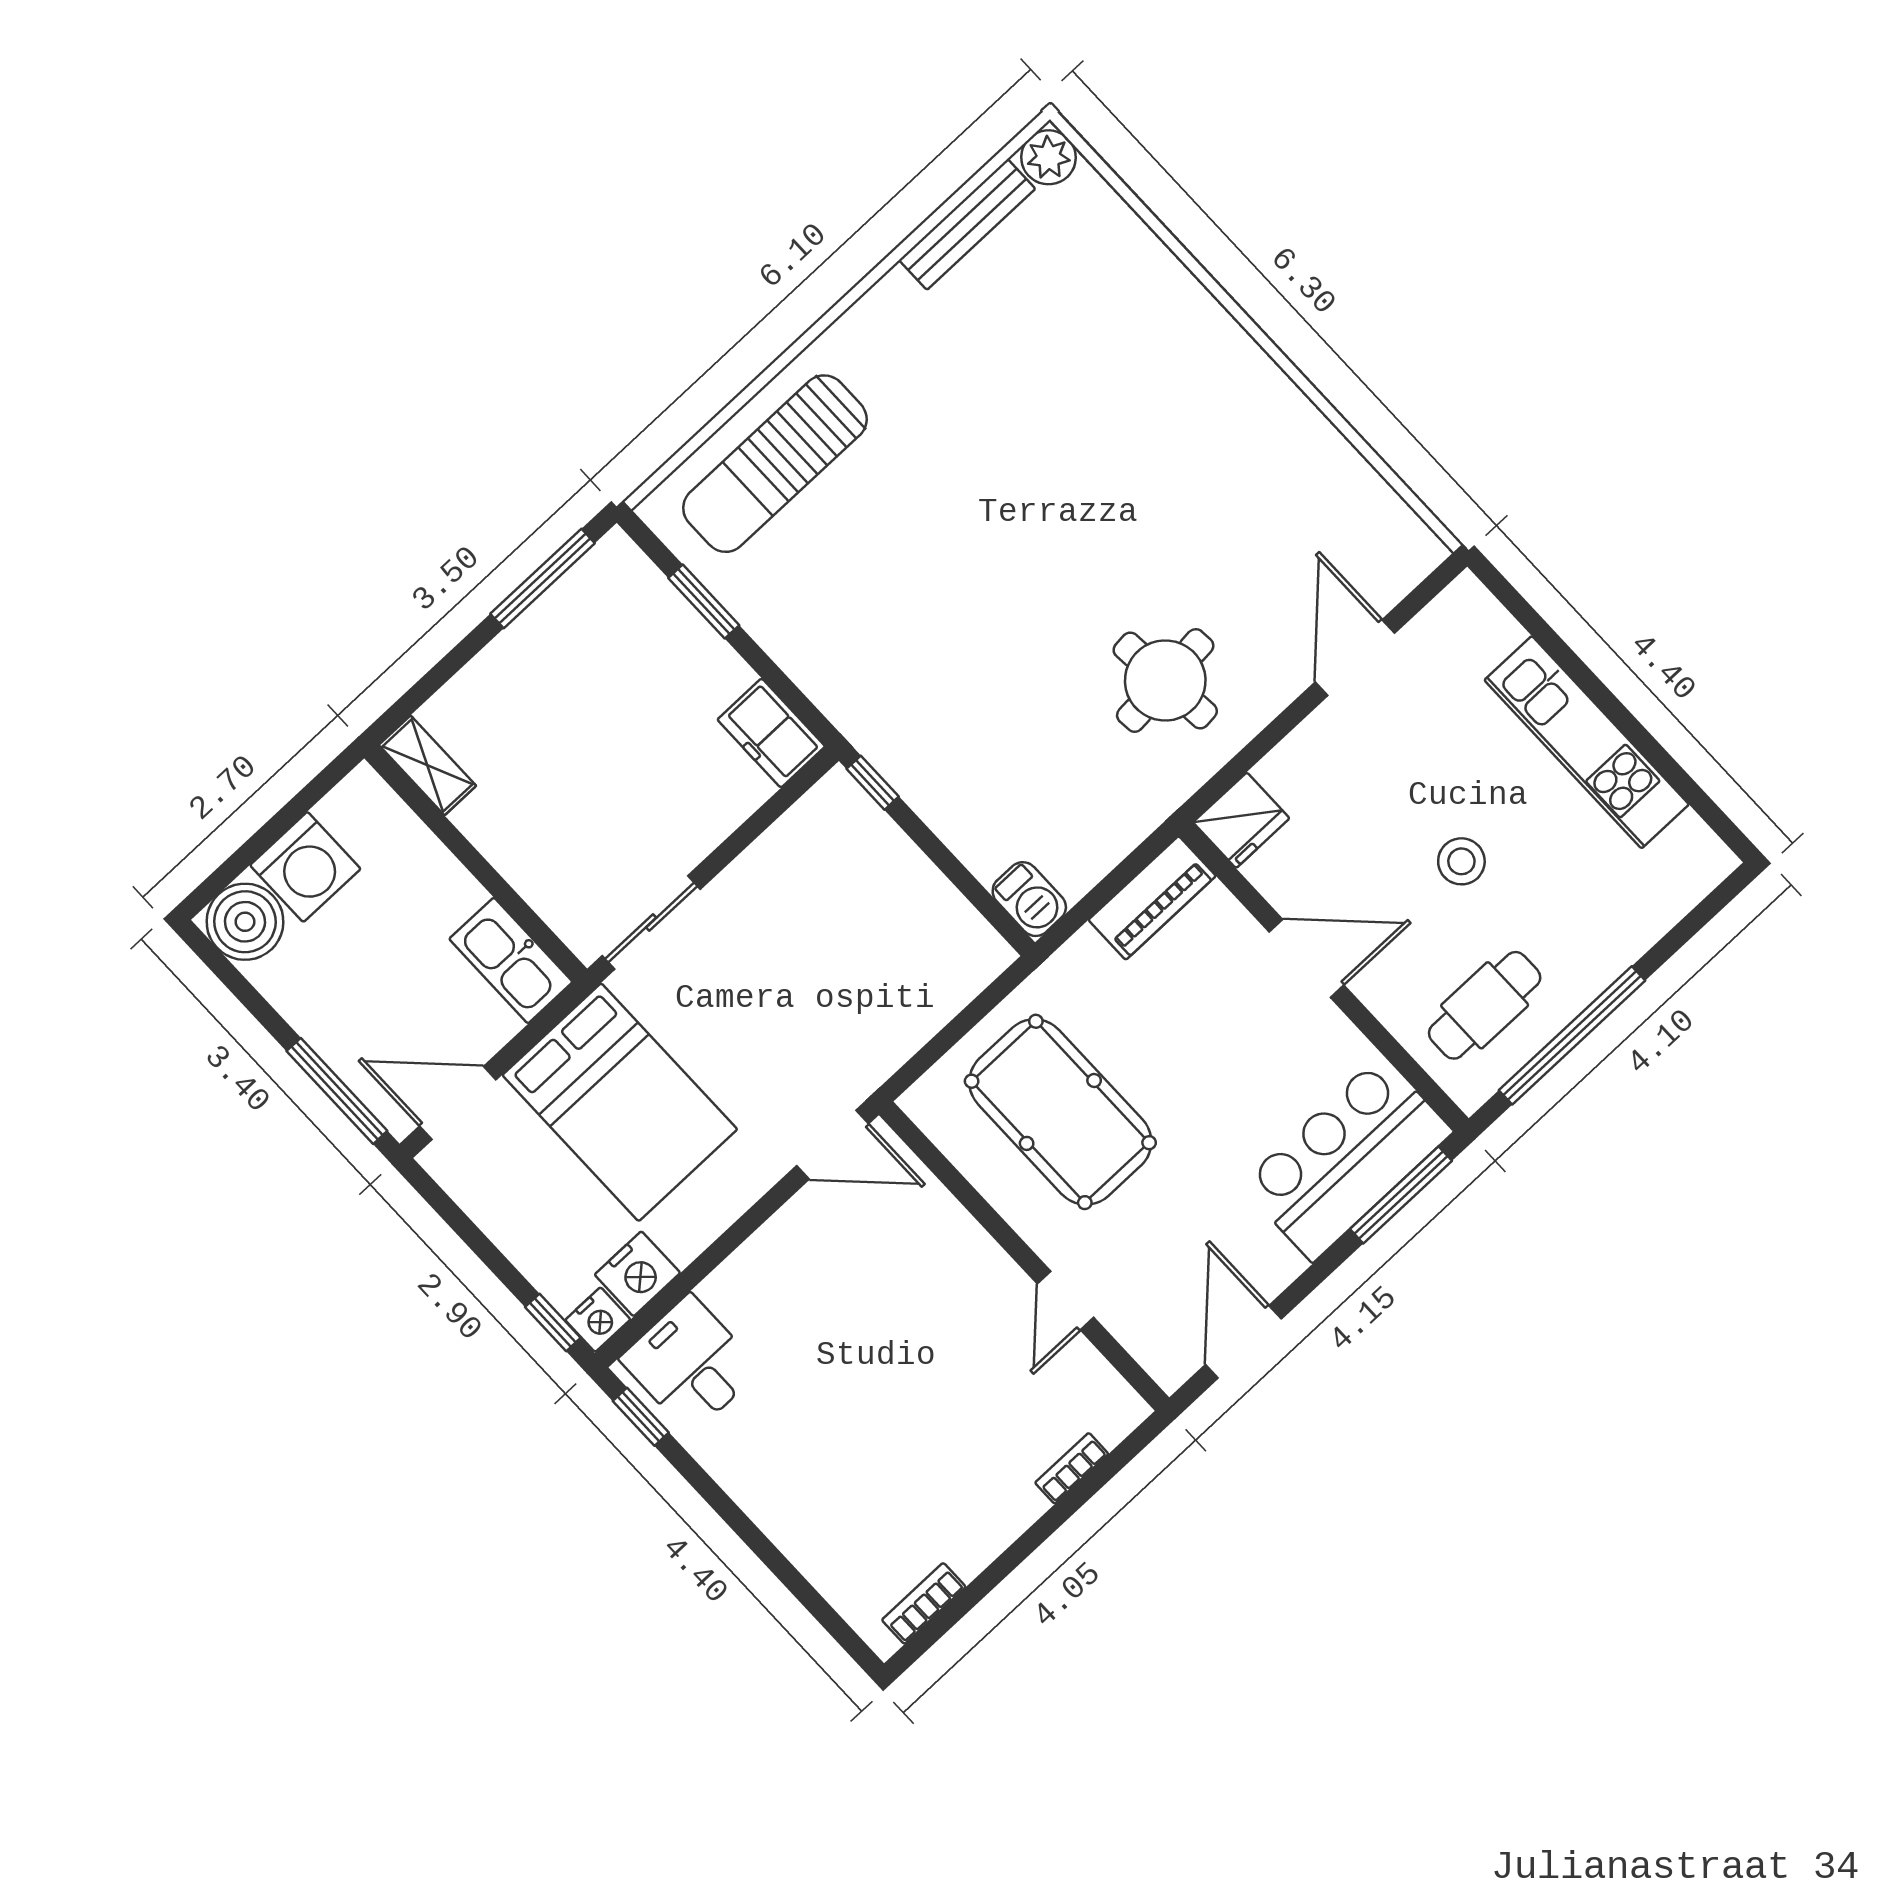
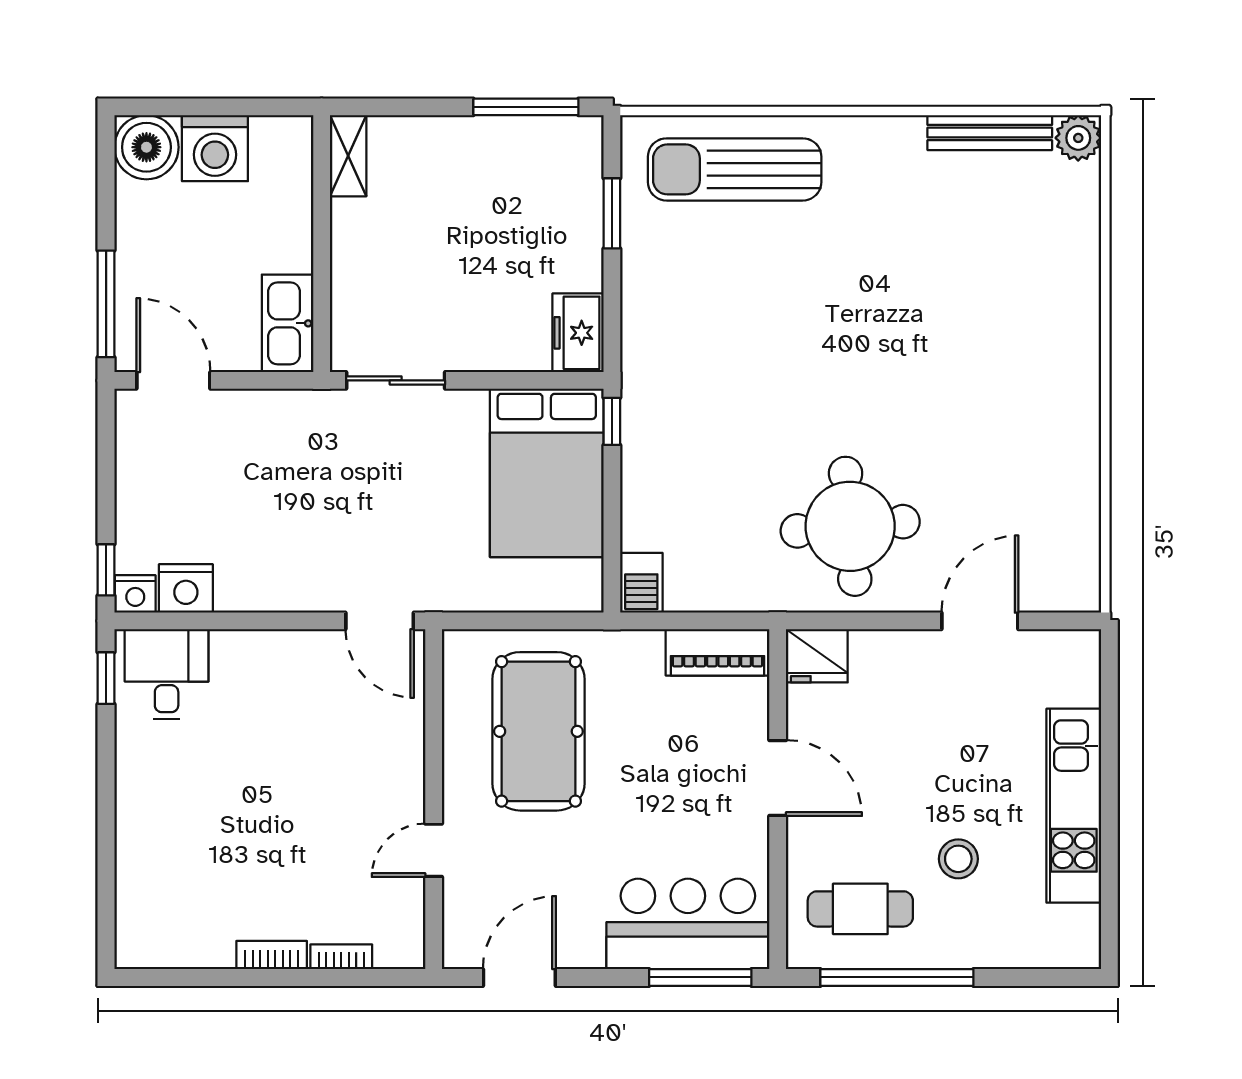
round table: (1165, 680) -> (850, 526), width x1.36, depth x1.36
stool: (1461, 861) -> (958, 859), moved
bed: (620, 1102) -> (547, 473), moved
bookcase: (924, 1603) -> (272, 955), moved

